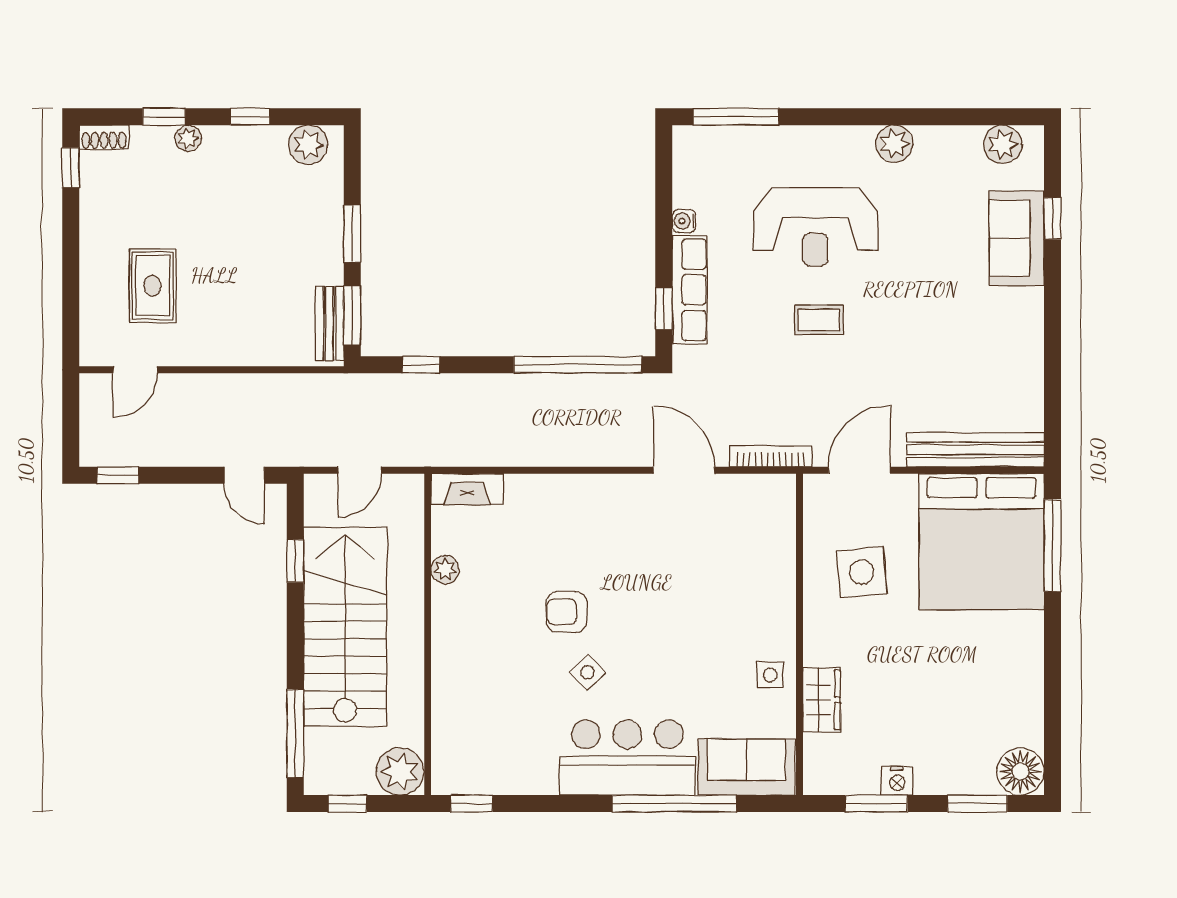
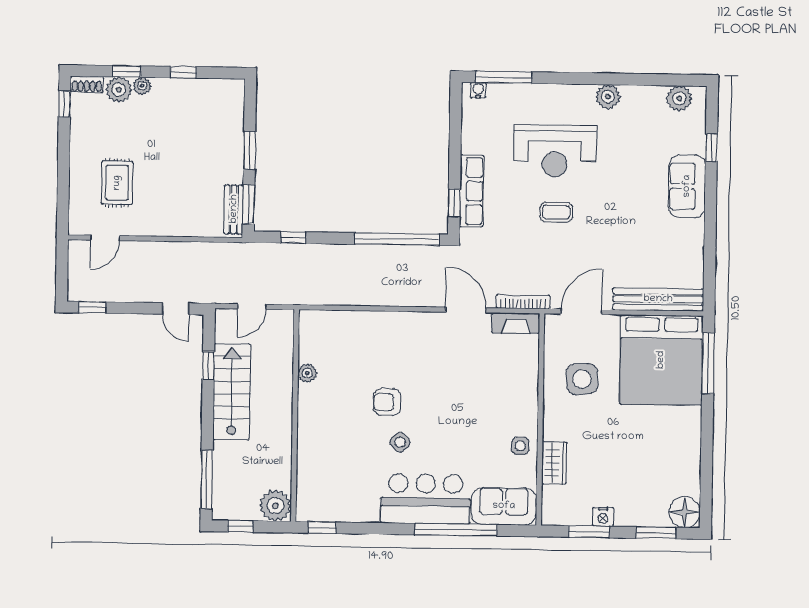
plant: (308, 145) -> (119, 90), moved
water cooler: (684, 221) -> (478, 90), moved, turned 90
sofa: (1017, 238) -> (687, 186), moved
fireplace: (467, 489) -> (516, 323), moved
stairs: (345, 626) -> (232, 392), width x0.73, depth x0.66

